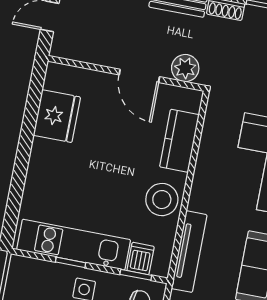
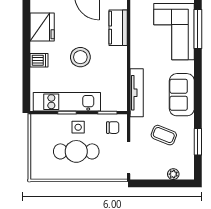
stool: (162, 200) -> (80, 57), moved
dishwasher: (141, 258) -> (39, 60), moved, turned 90

